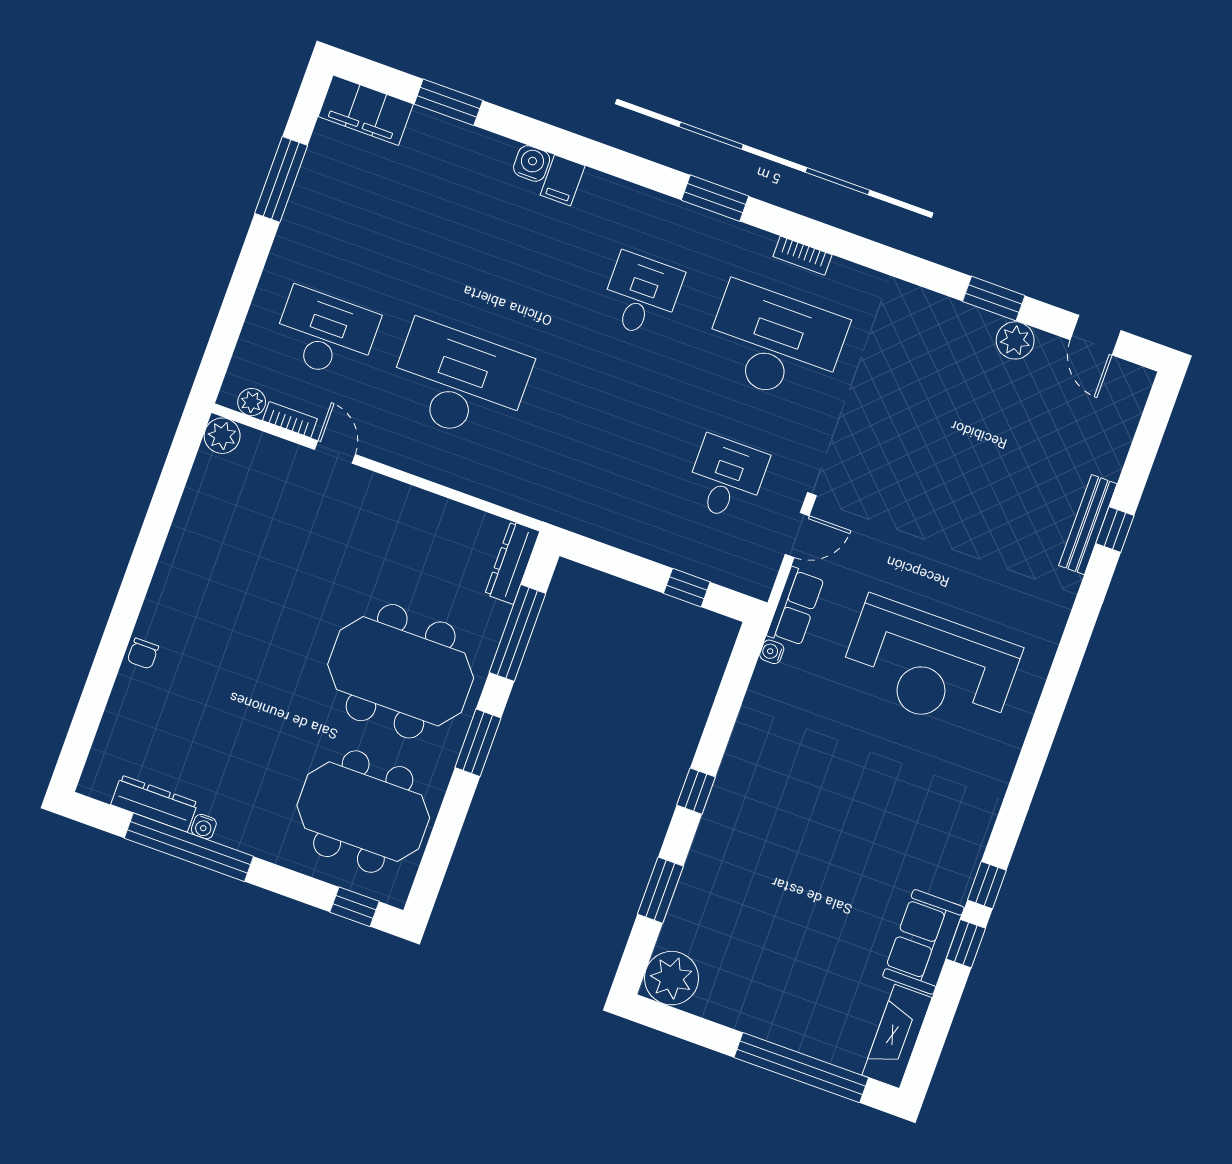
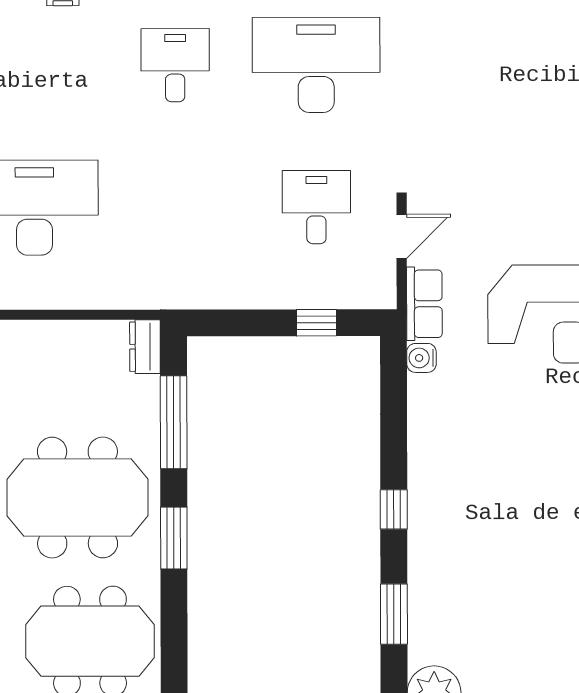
dresser: (512, 563) -> (145, 347), width x0.70
water cooler: (772, 652) -> (421, 358), width x1.38, depth x1.38

